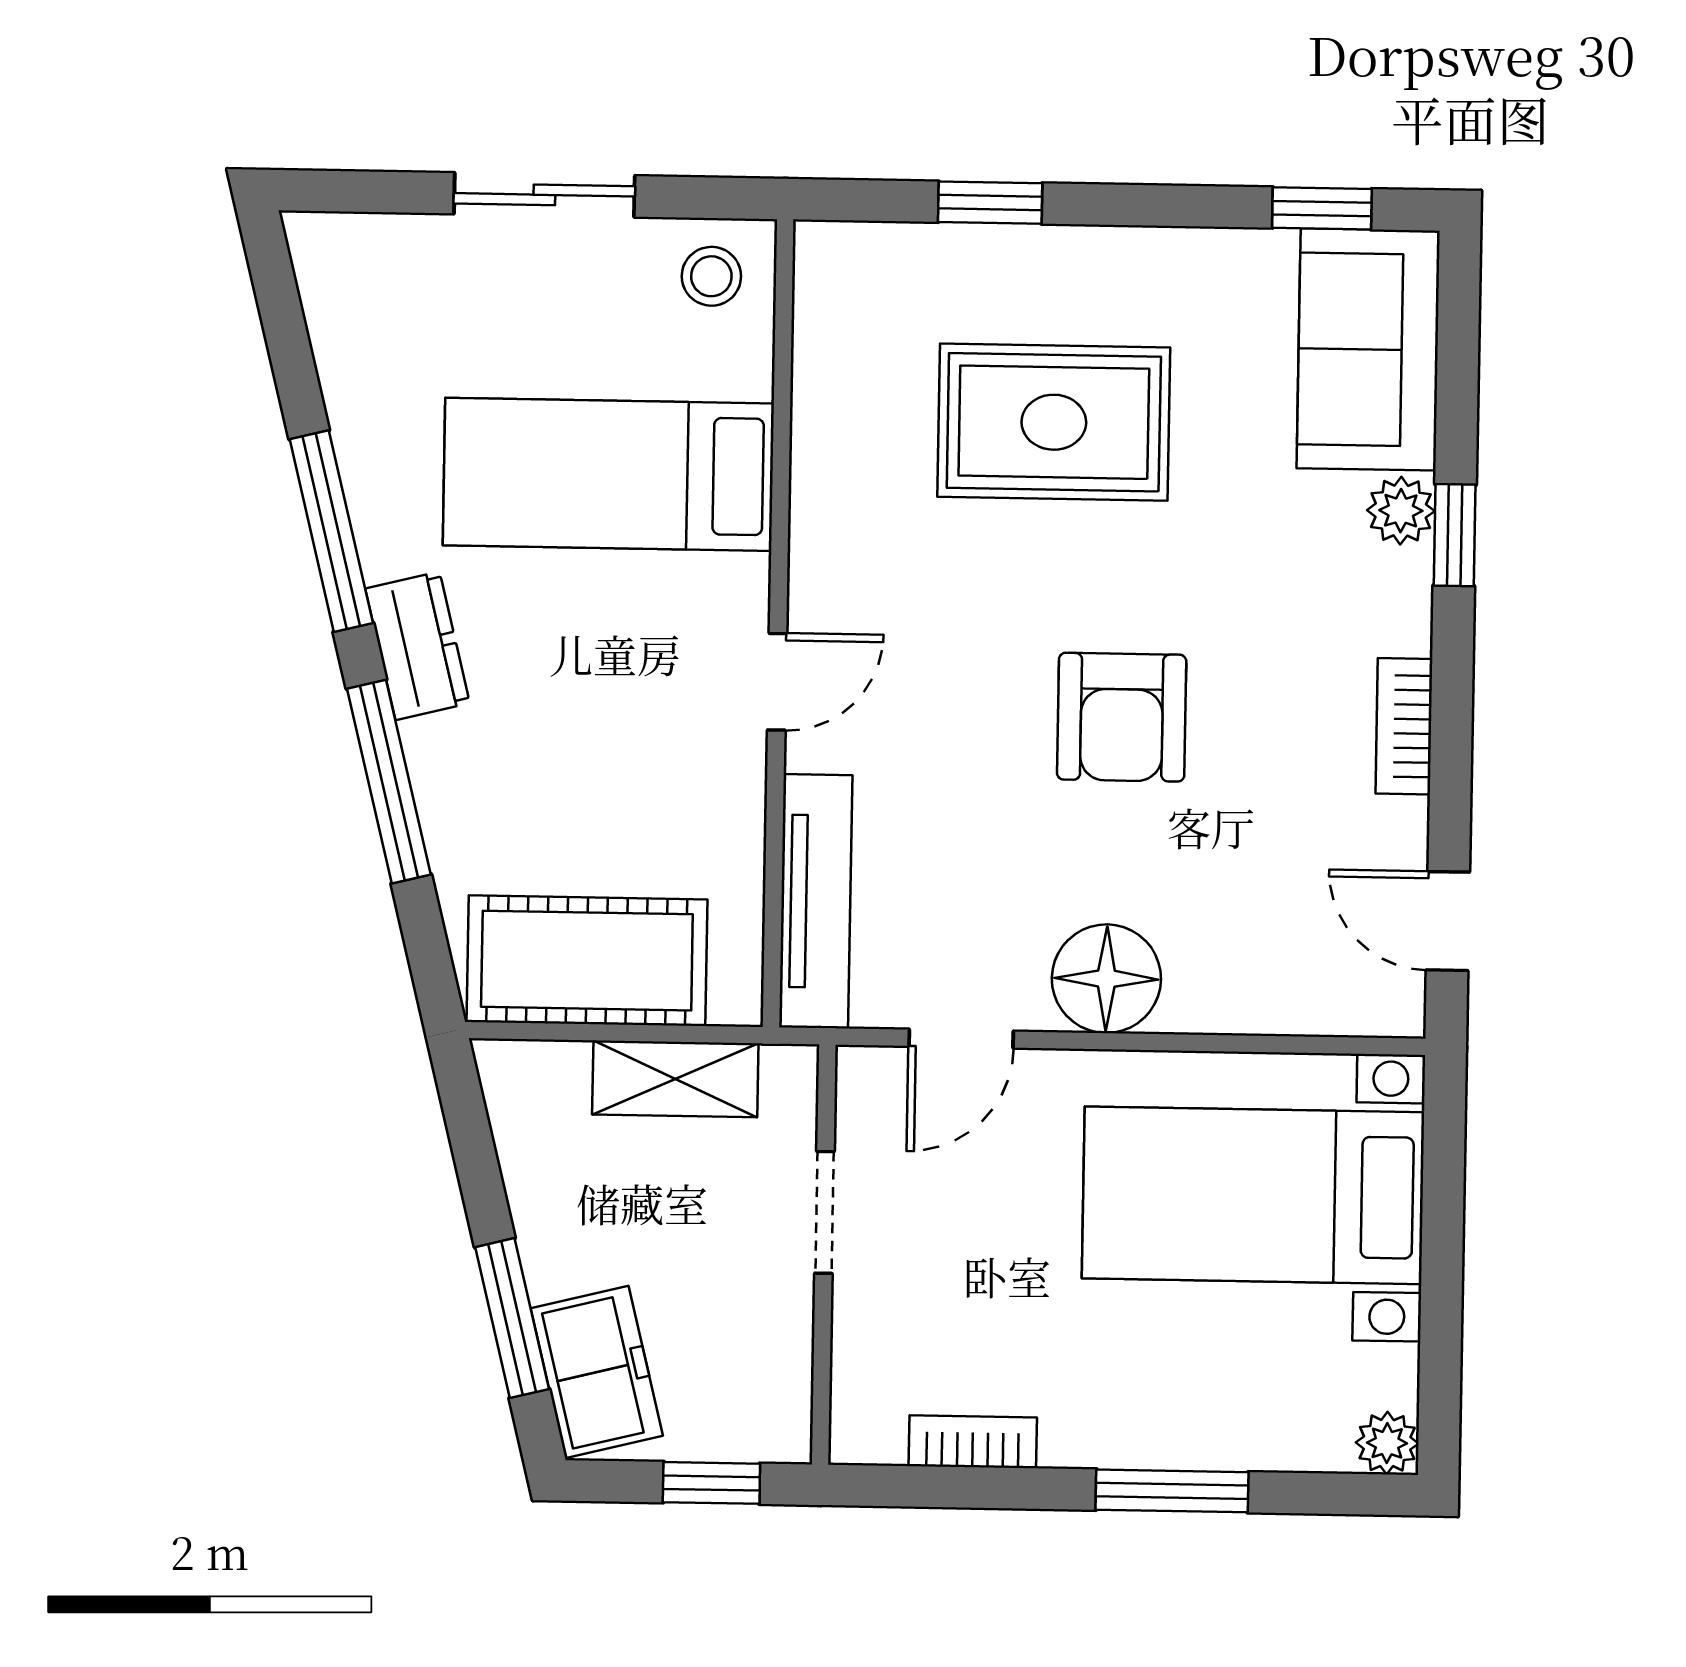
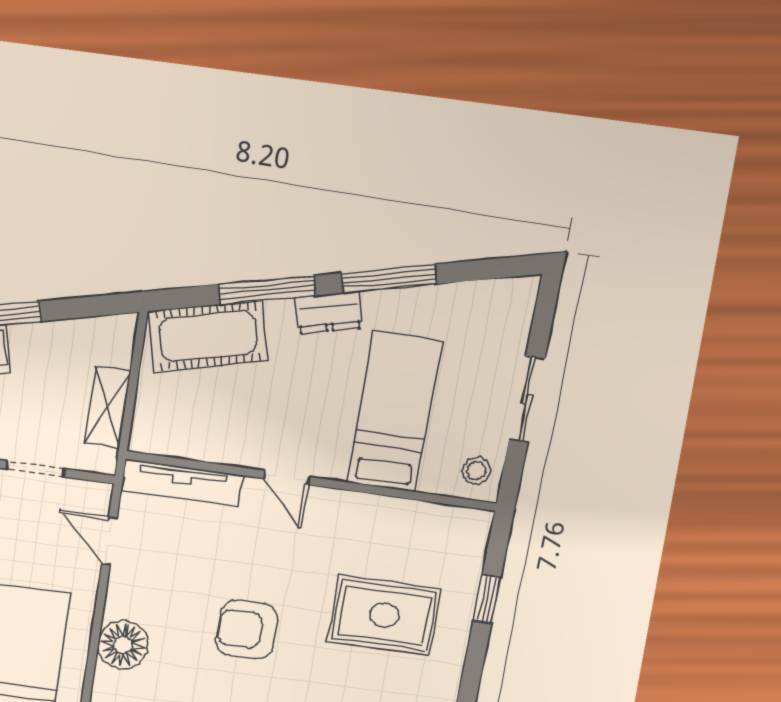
rug: (1054, 422) -> (384, 615), turned 90
cot: (587, 961) -> (208, 336), moved, turned 76
floor lamp: (1106, 979) -> (123, 645), moved

